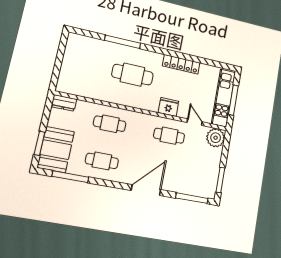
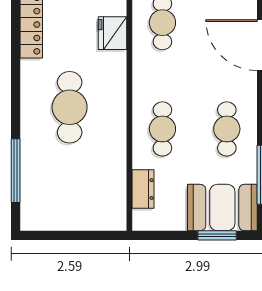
window: (123, 42) -> (16, 171), moved
dresser: (64, 103) -> (143, 189), moved

